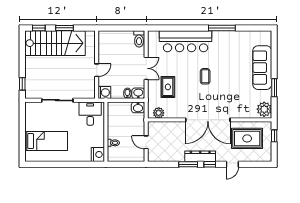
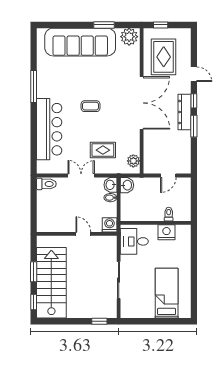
sofa: (262, 68) -> (80, 42), width x1.36, depth x1.27
nightstand: (98, 154) -> (166, 232), moved

